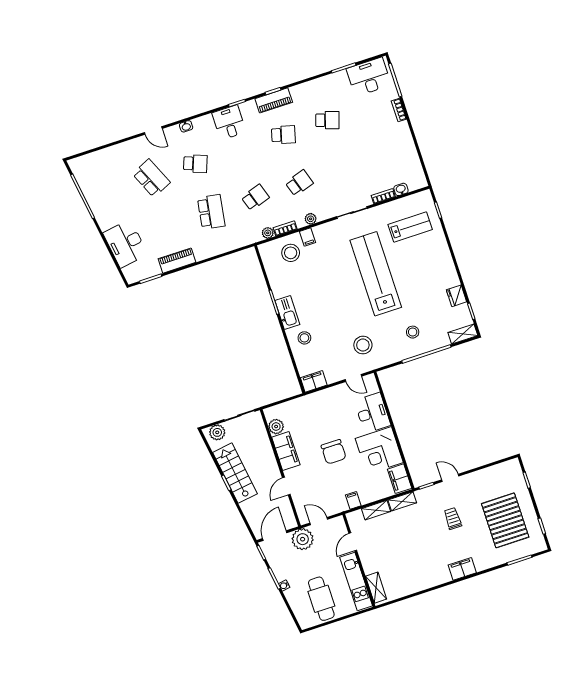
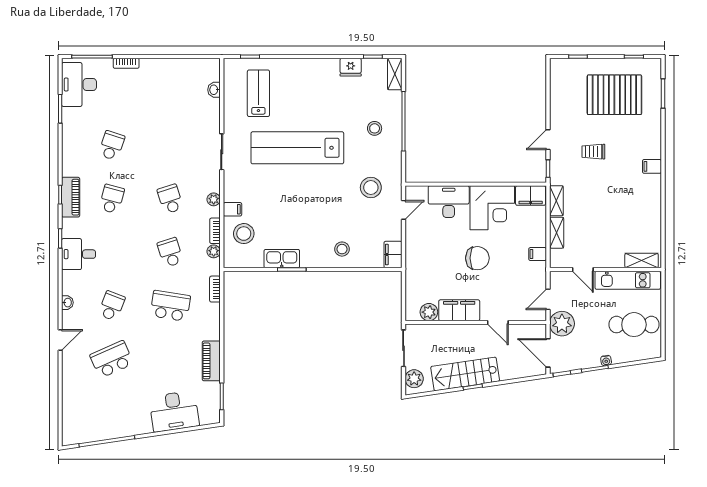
bookcase: (383, 196) -> (215, 289), moved
kitchen sink: (287, 313) -> (282, 259), moved
filing cabinet: (462, 569) -> (652, 166), width x0.50

